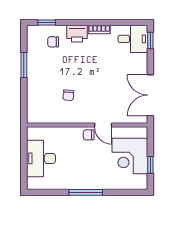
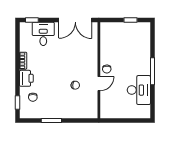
desk: (133, 39) -> (43, 34), moved
door: (103, 125) -> (99, 84), moved
corner desk: (130, 156) -> (124, 36), removed
desk: (41, 158) -> (139, 90), moved, turned -90

